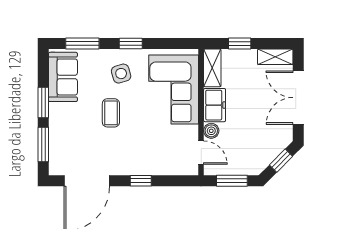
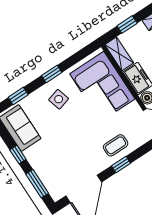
window: (82, 44) -> (18, 96), width x0.67
window: (43, 103) -> (18, 155), width x0.67
coffee table: (111, 113) -> (116, 145), moved, turned 90

